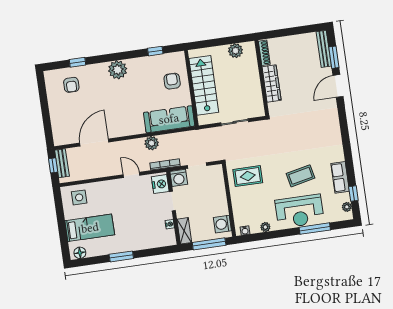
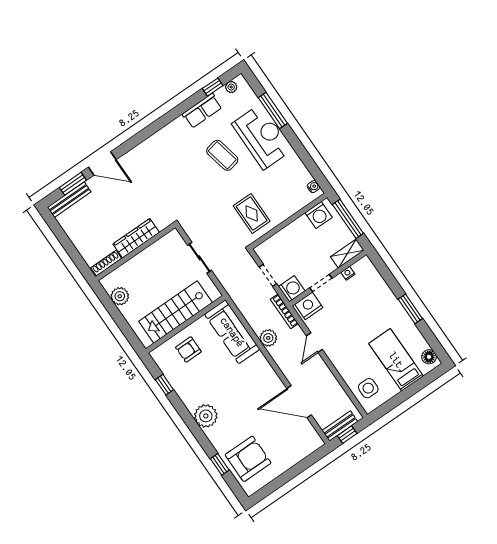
armchair: (71, 85) -> (248, 459), width x1.88, depth x1.88
plant: (265, 227) -> (298, 166), removed

